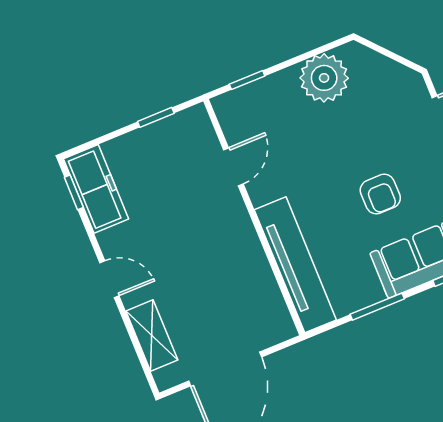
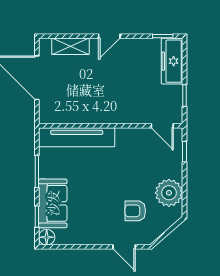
door: (233, 167) -> (162, 126), moved
freezer: (96, 189) -> (172, 61), moved, turned 90
armchair: (380, 194) -> (135, 211), moved

